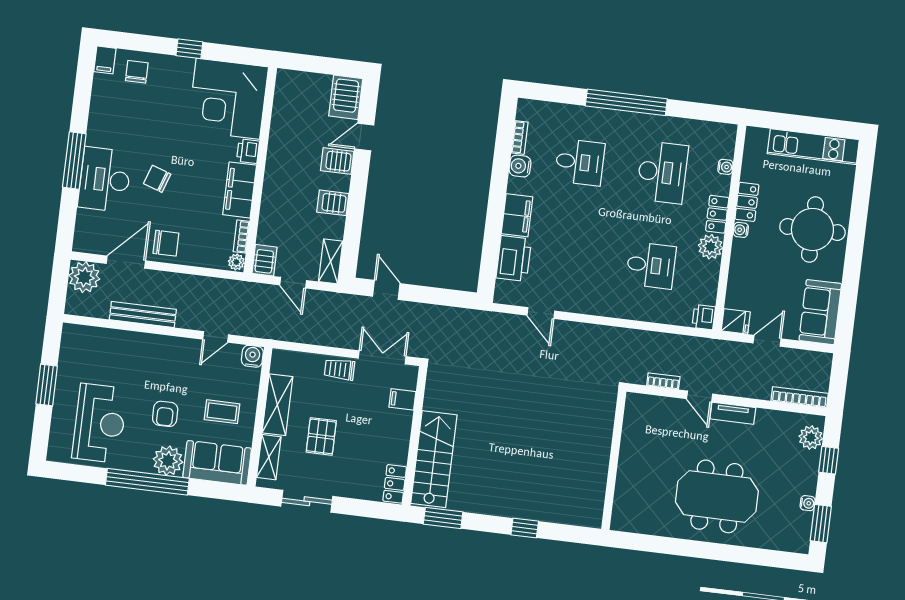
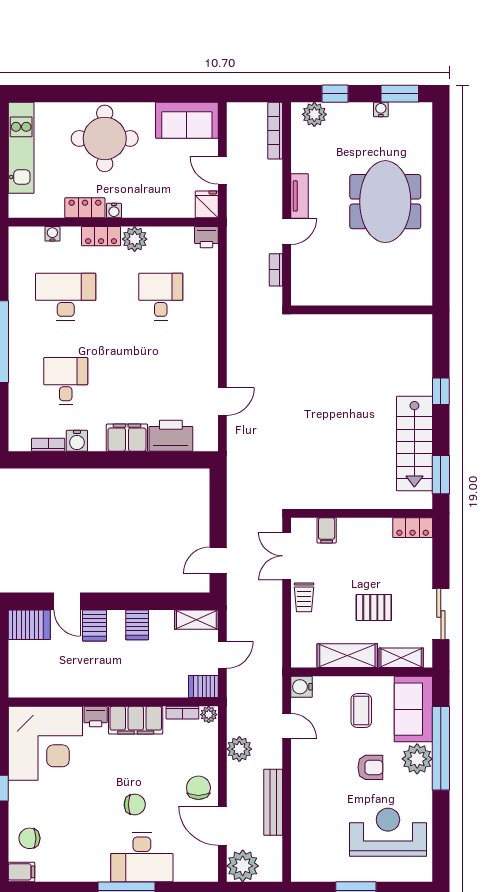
chair: (157, 179) -> (135, 805), turned -109
plant: (199, 288) -> (239, 749), added
stairs: (434, 459) -> (414, 444), moved, turned -90
window: (147, 482) -> (441, 748), moved

